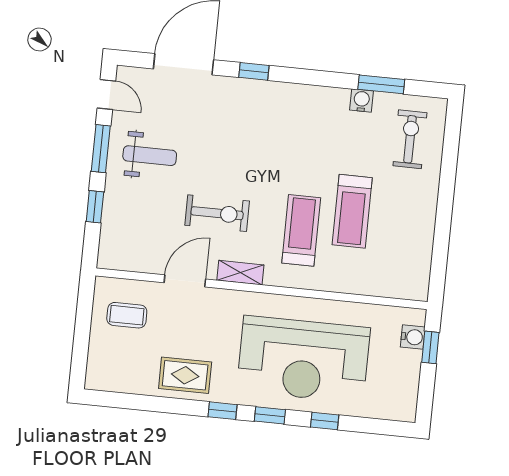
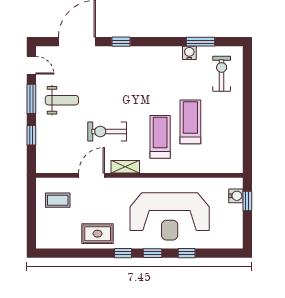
treadmill: (352, 211) -> (190, 122), turned 180
exercise bike: (217, 213) -> (107, 132), turned 180

